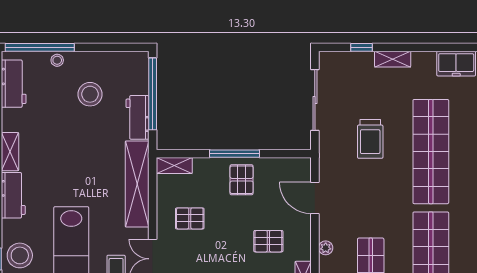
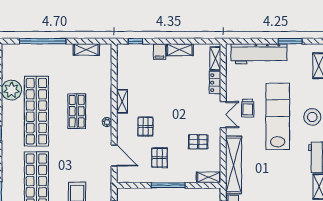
pallet: (242, 180) -> (160, 158), moved
pallet: (268, 241) -> (145, 127), turned 90

